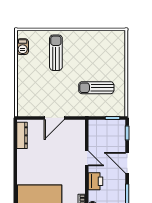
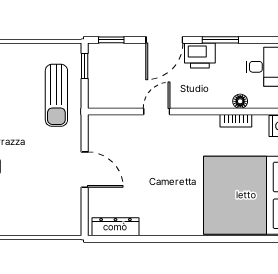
sun lounger: (96, 88) -> (56, 95), moved
printer: (96, 181) -> (200, 56), moved, turned 180

